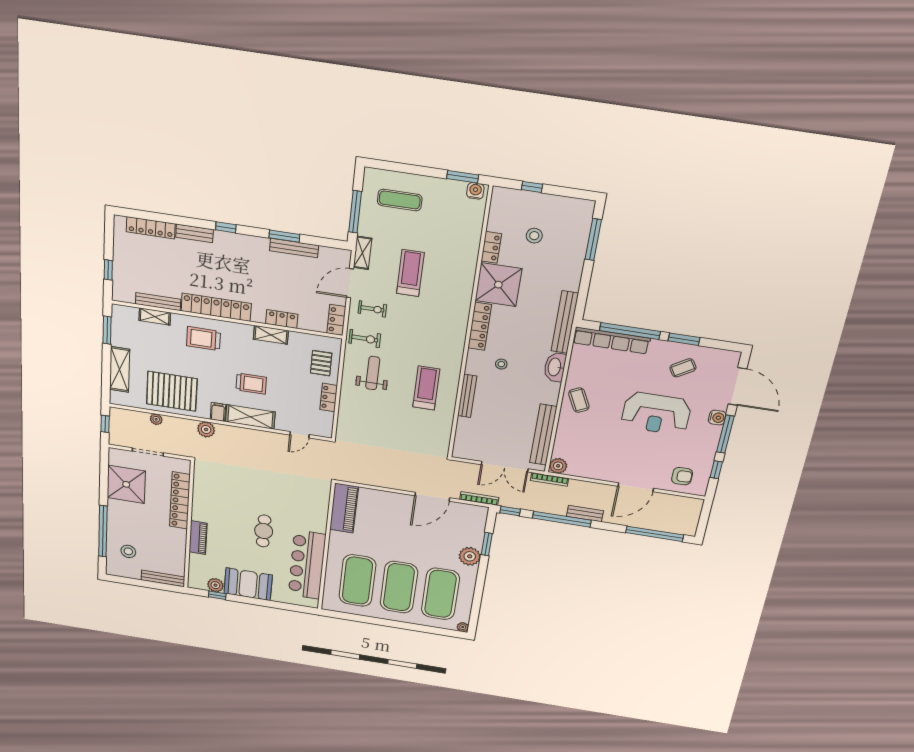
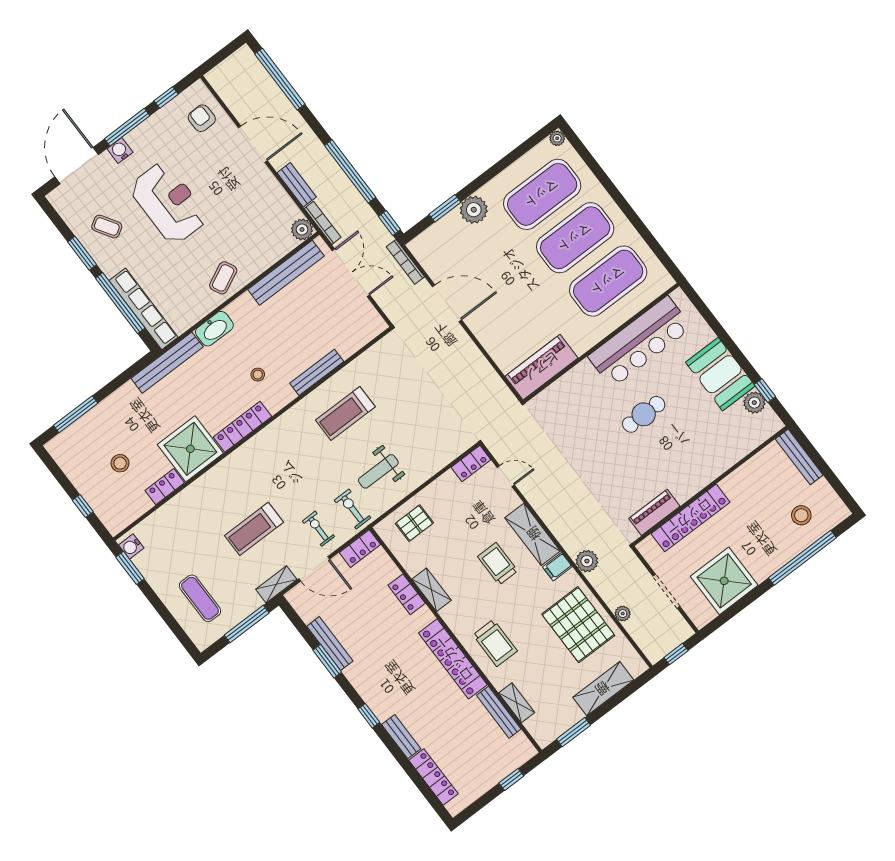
locker: (329, 397) -> (471, 463), moved
bench: (585, 514) -> (297, 185), moved
piano: (198, 538) -> (654, 512), moved

